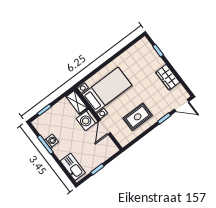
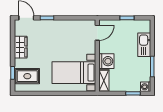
rug: (138, 117) -> (27, 76), moved
door: (104, 127) -> (97, 33), moved
washing machine: (51, 141) -> (146, 87), moved
kitchen sink: (73, 167) -> (144, 45), moved

